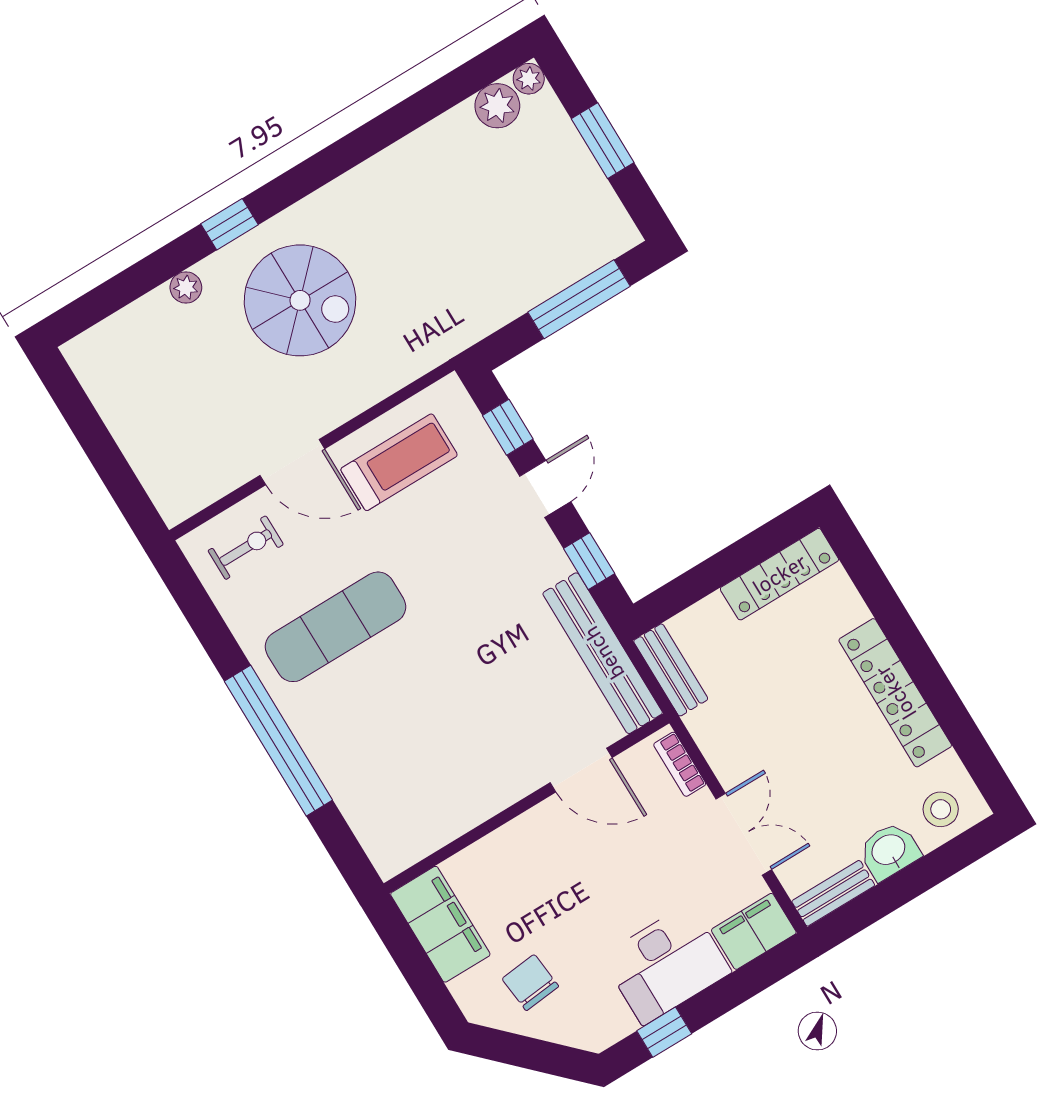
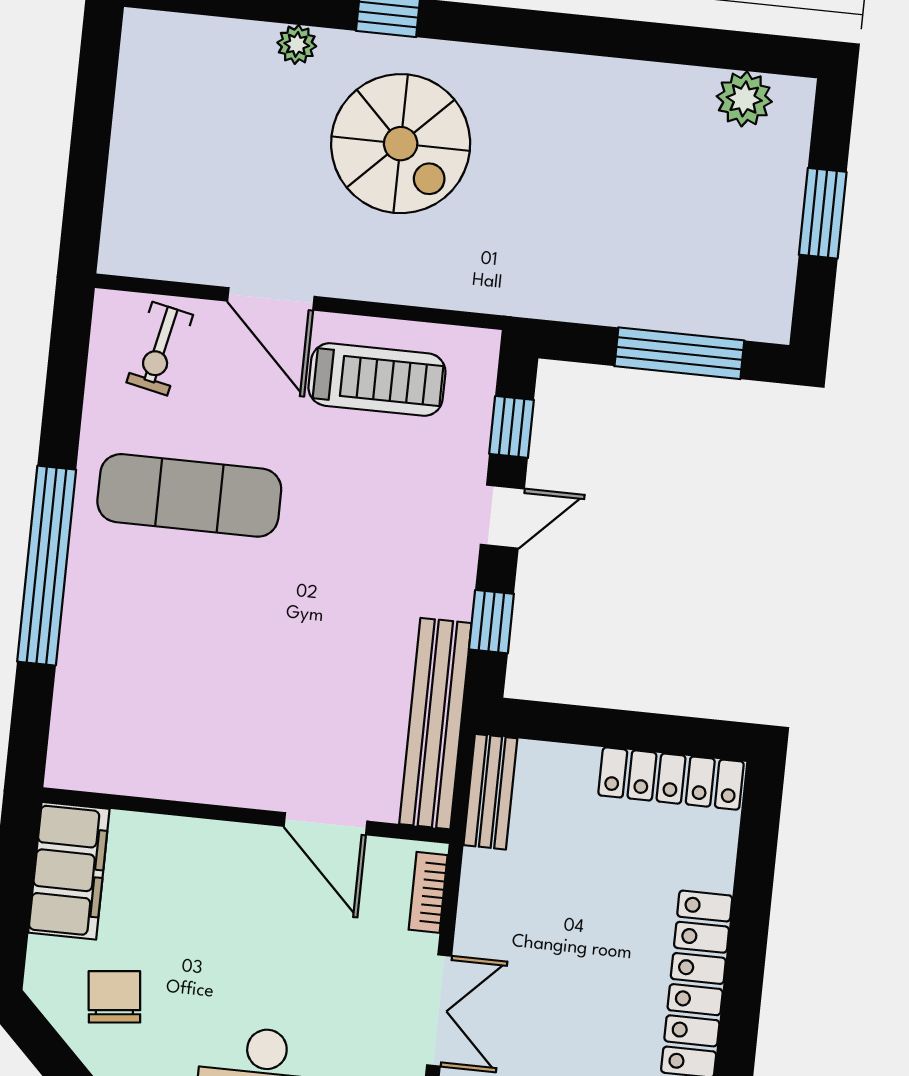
plant: (529, 79) -> (796, 96), removed
exercise bike: (246, 548) -> (160, 349), turned 102

